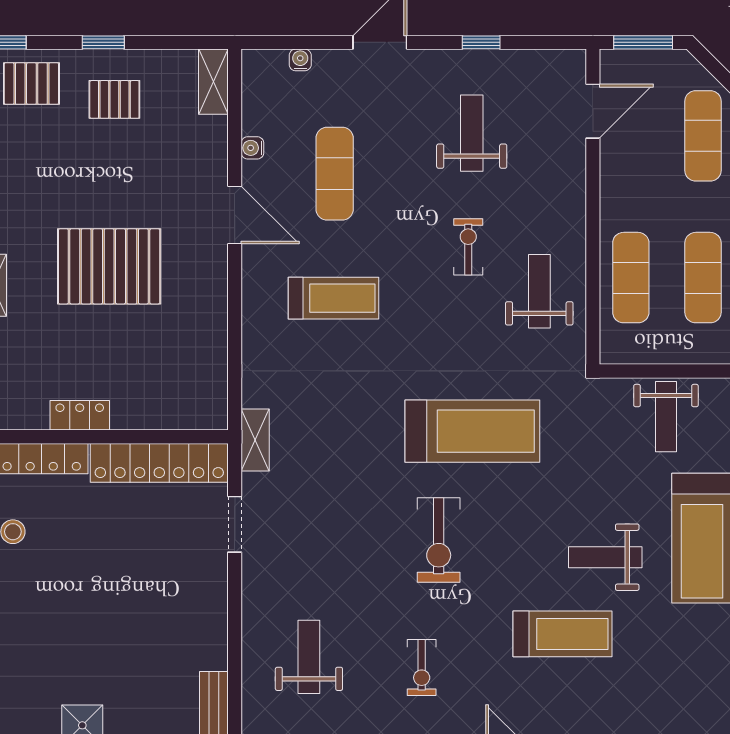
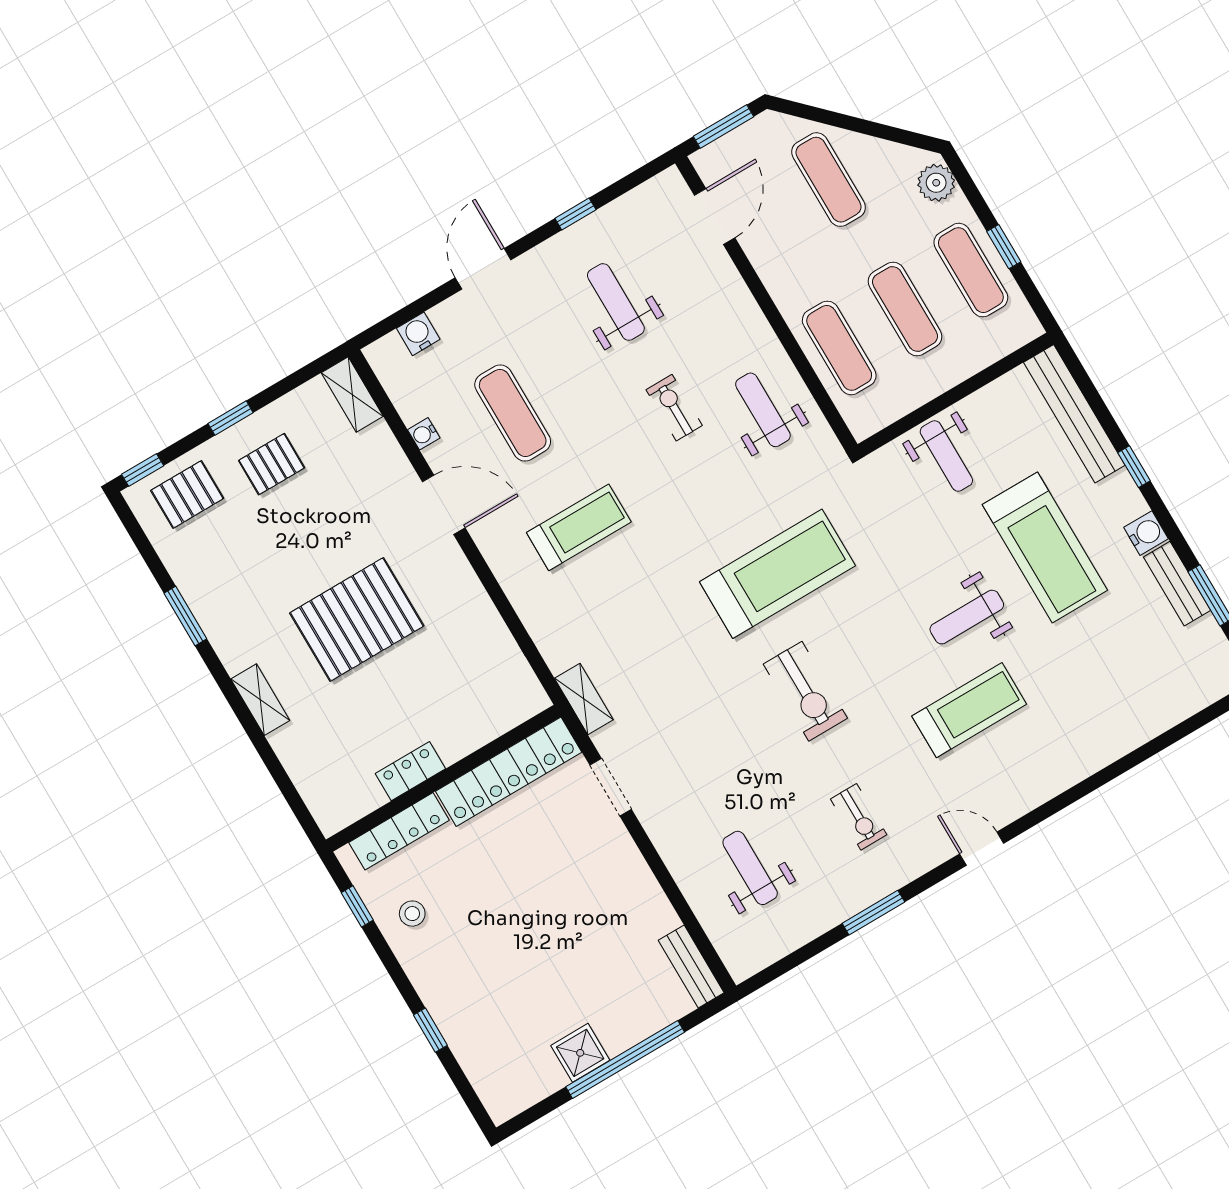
water cooler: (300, 60) -> (418, 334), width x1.38, depth x1.38

